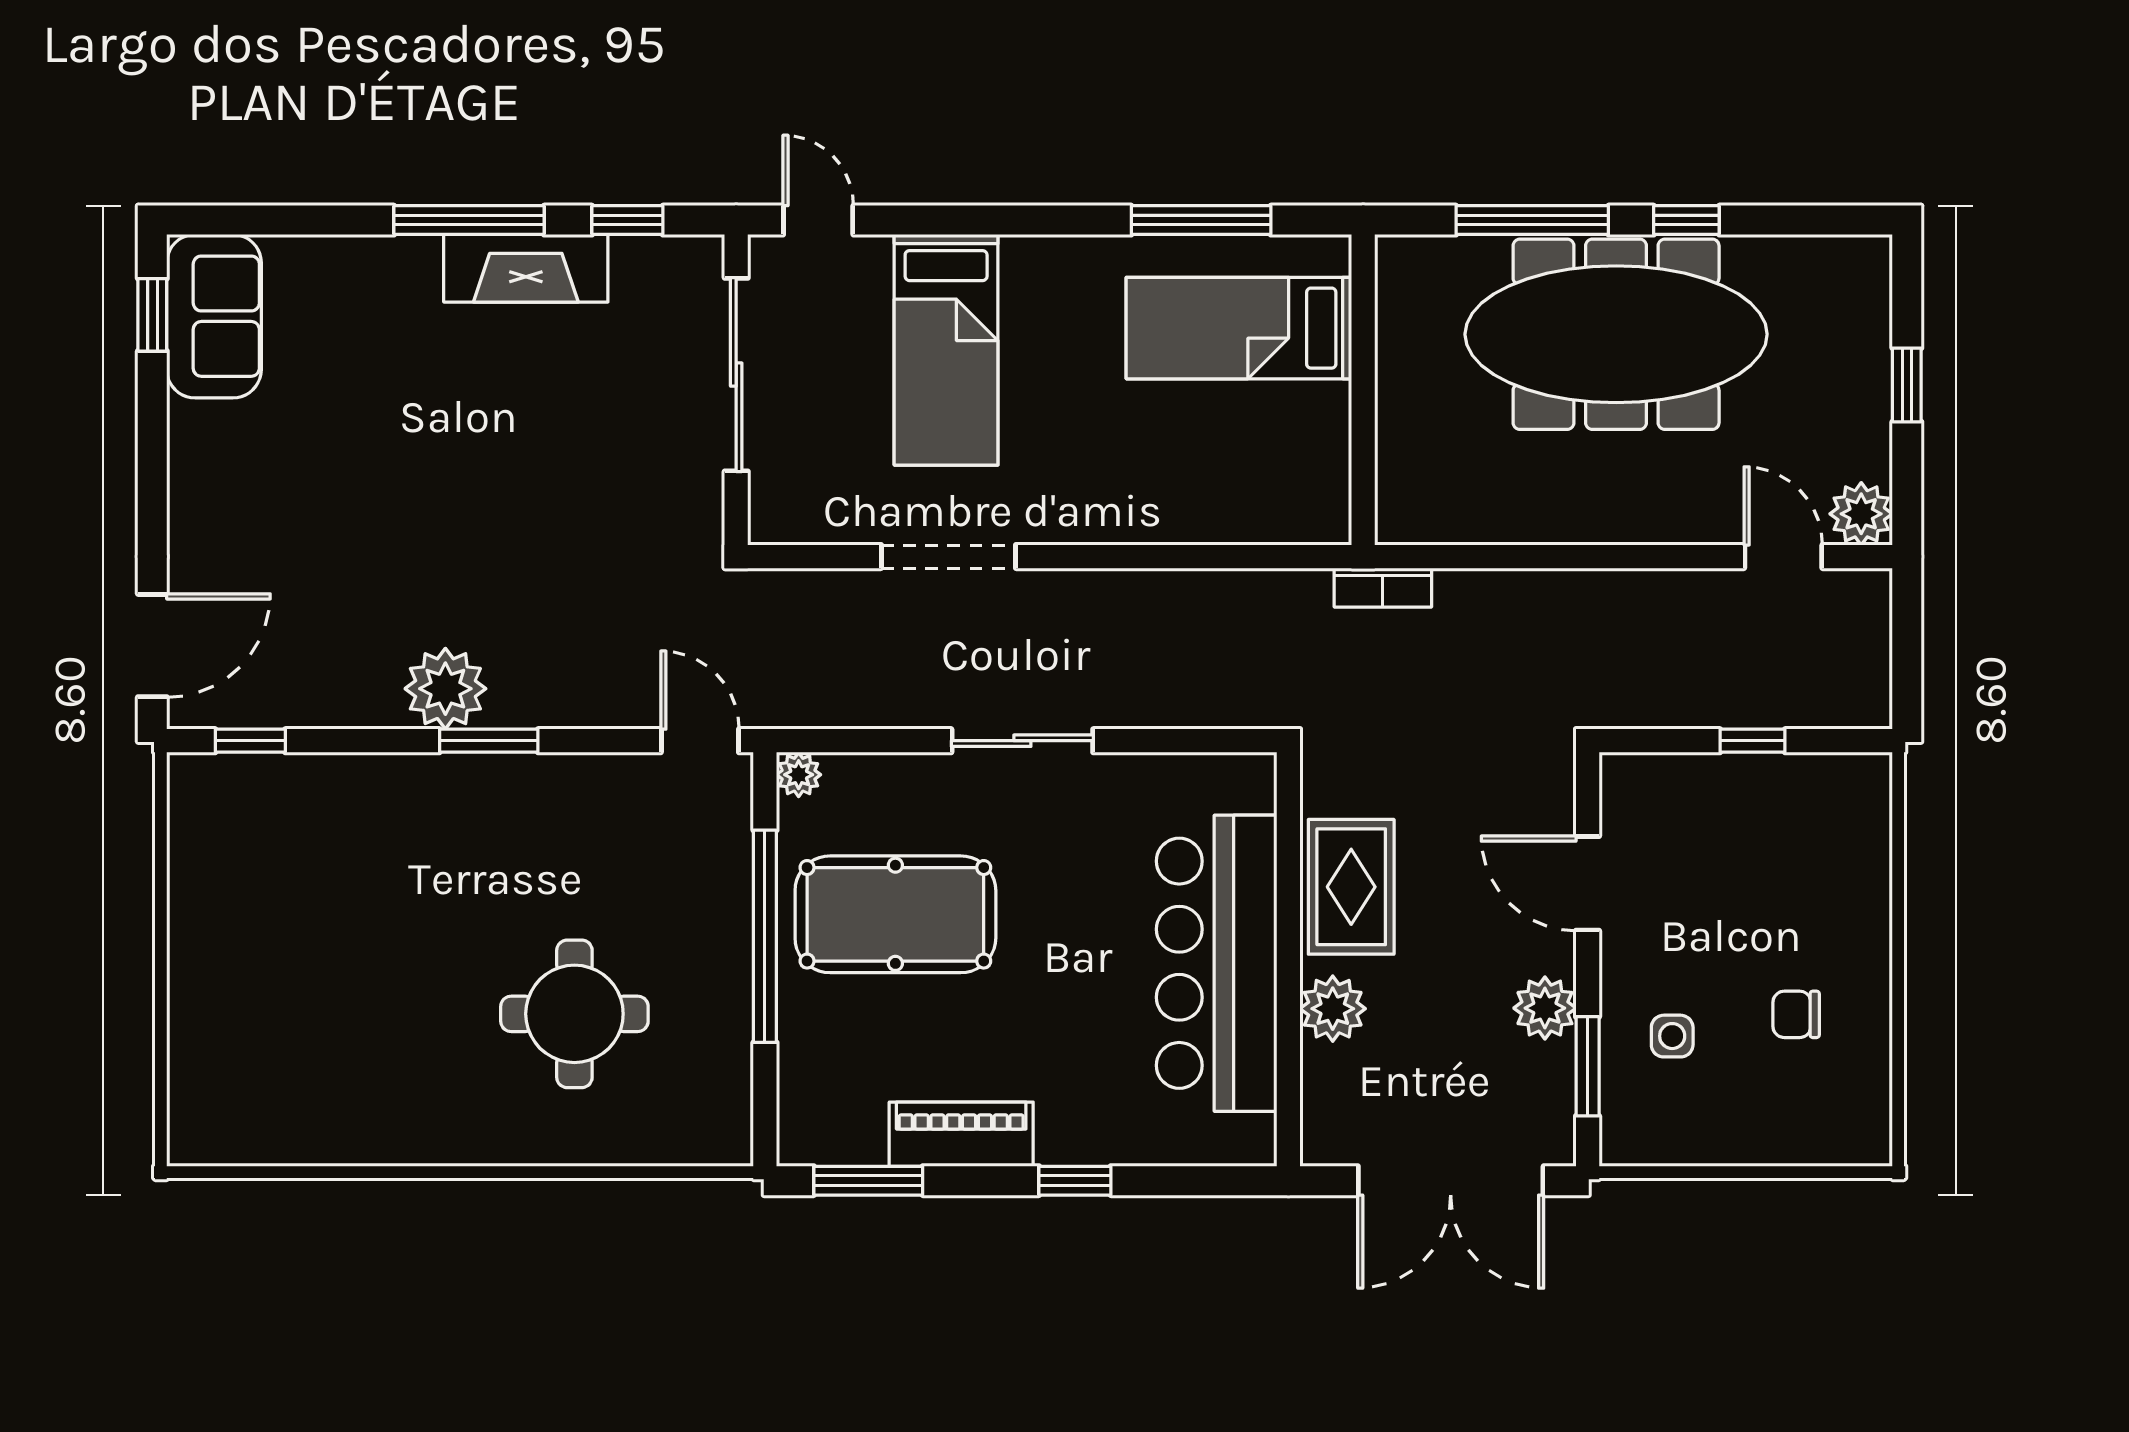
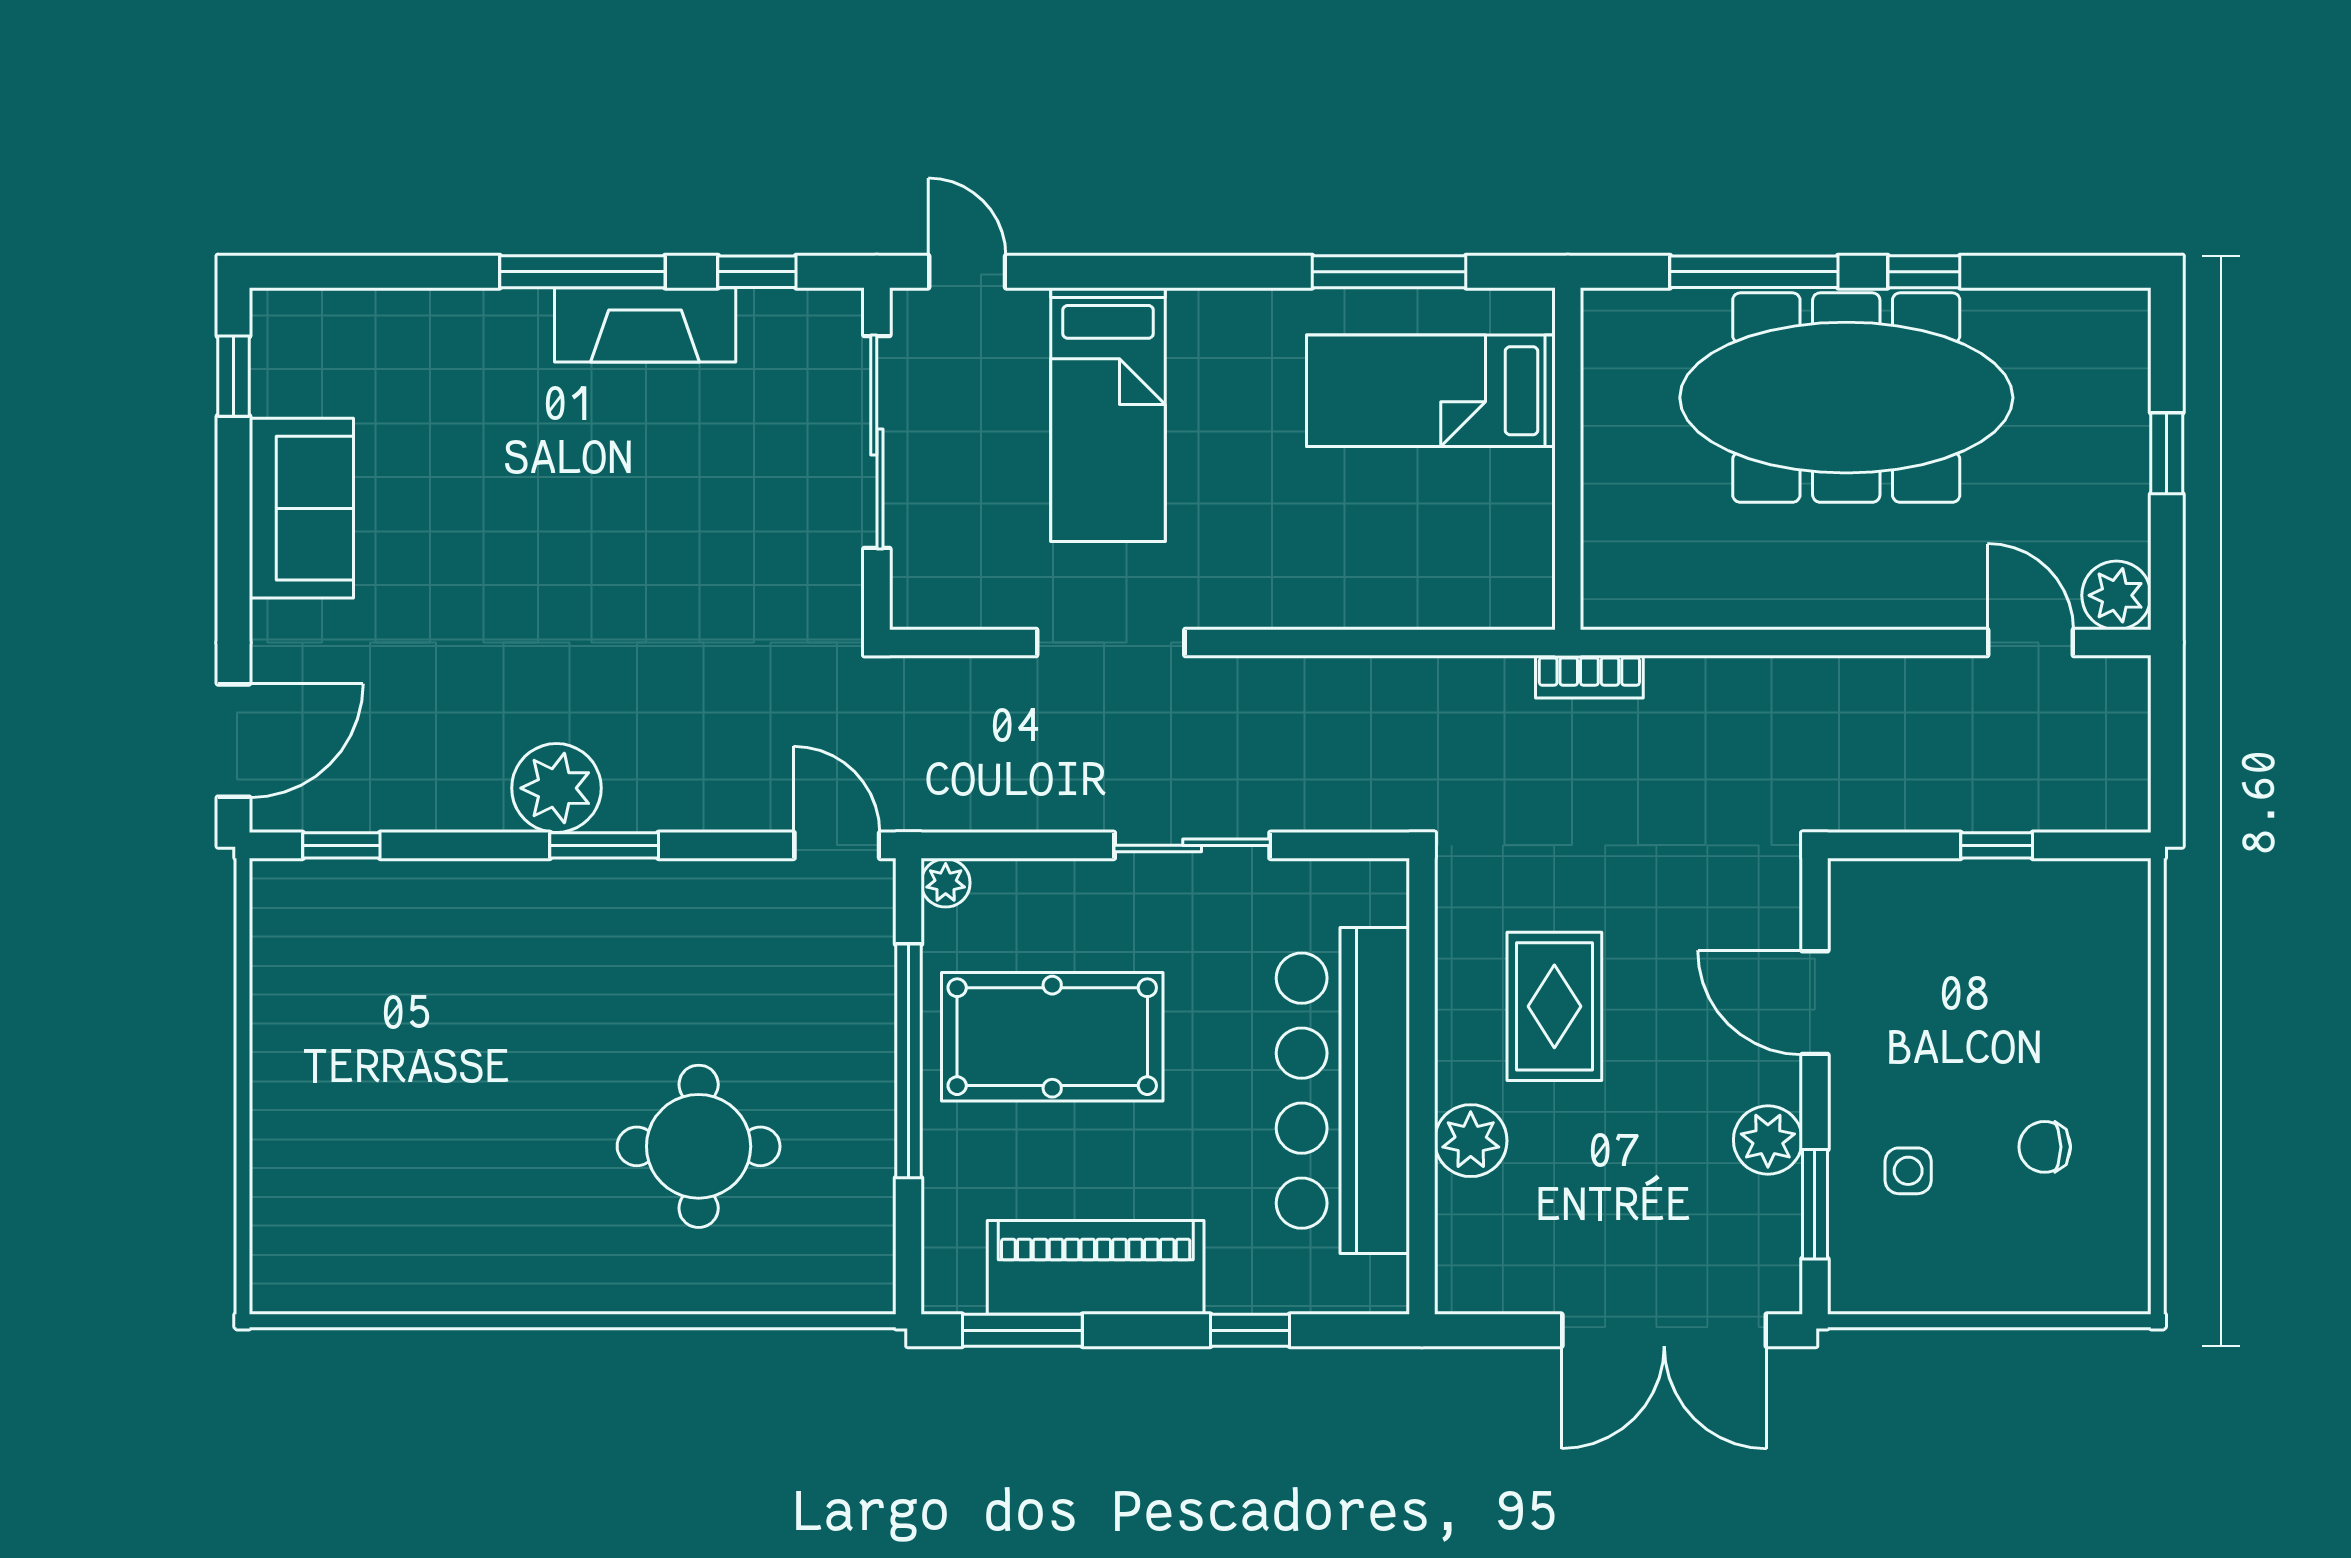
sofa: (214, 316) -> (301, 508), moved
wall: (1288, 959) -> (1422, 1086), moved
bar counter: (1217, 963) -> (1343, 1091), moved
plant: (1333, 1009) -> (1471, 1141), moved
piano: (961, 1134) -> (1096, 1267), width x1.37, depth x1.33

